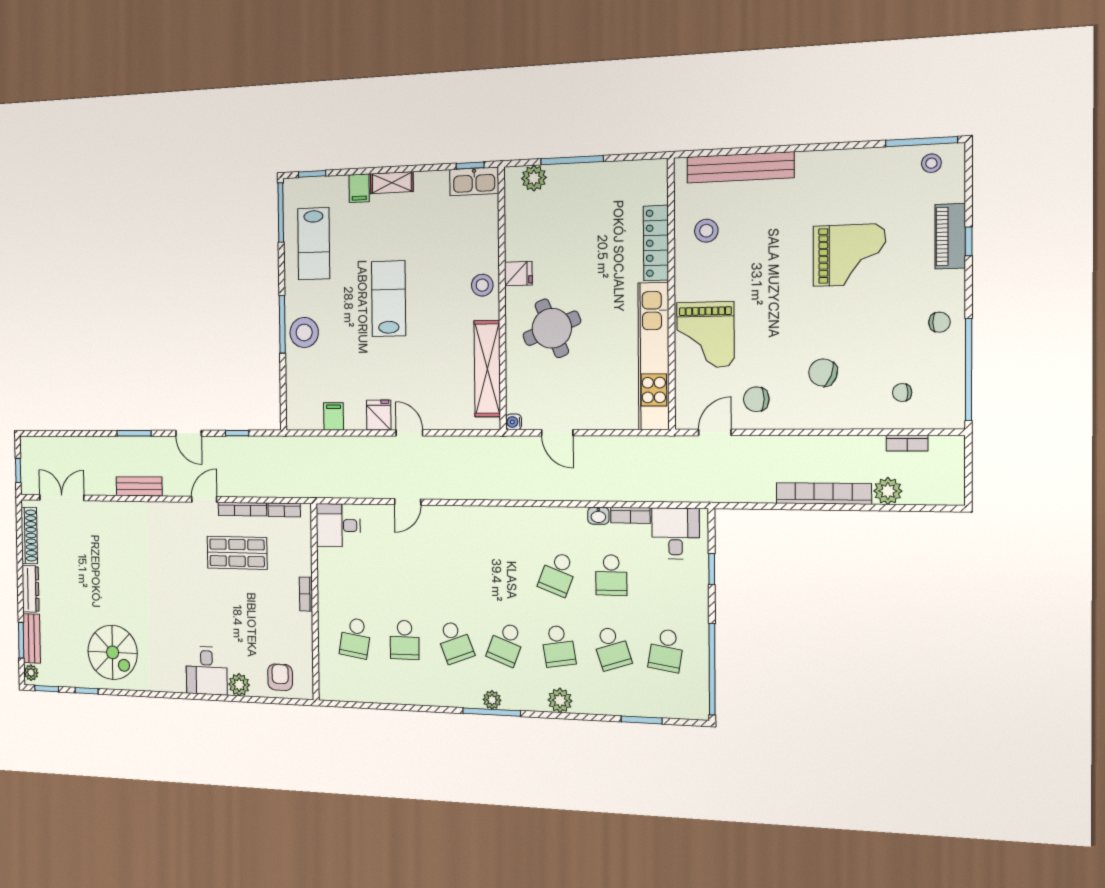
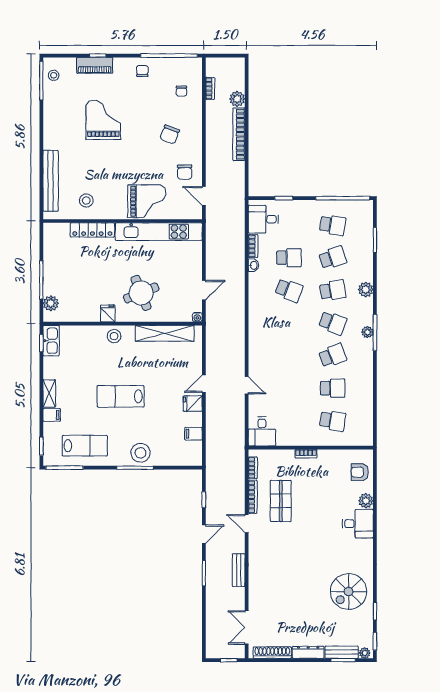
spiral stairs: (113, 652) -> (349, 591), turned 180

